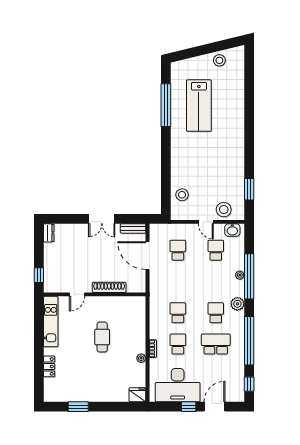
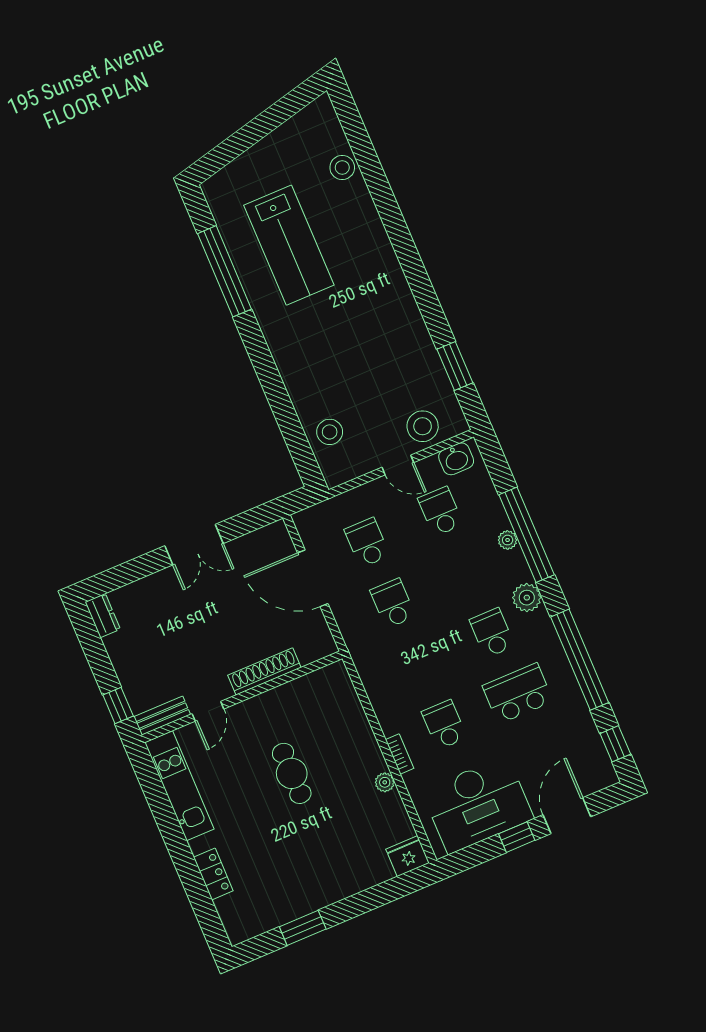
stool: (219, 60) -> (342, 167), moved
bench: (133, 228) -> (162, 716), moved
school desk: (178, 313) -> (393, 603), moved

